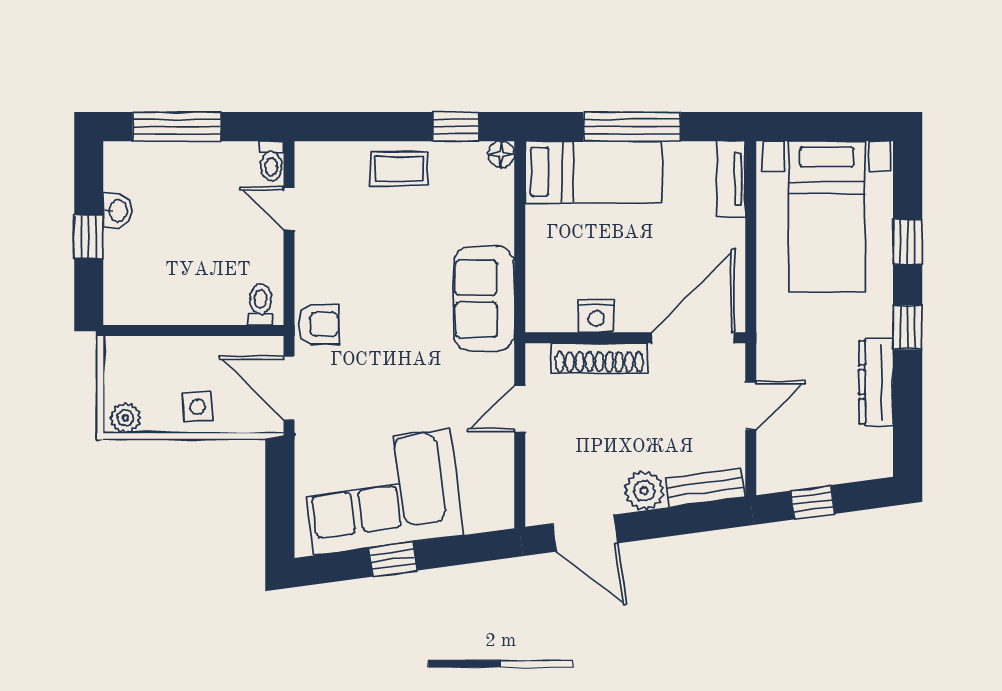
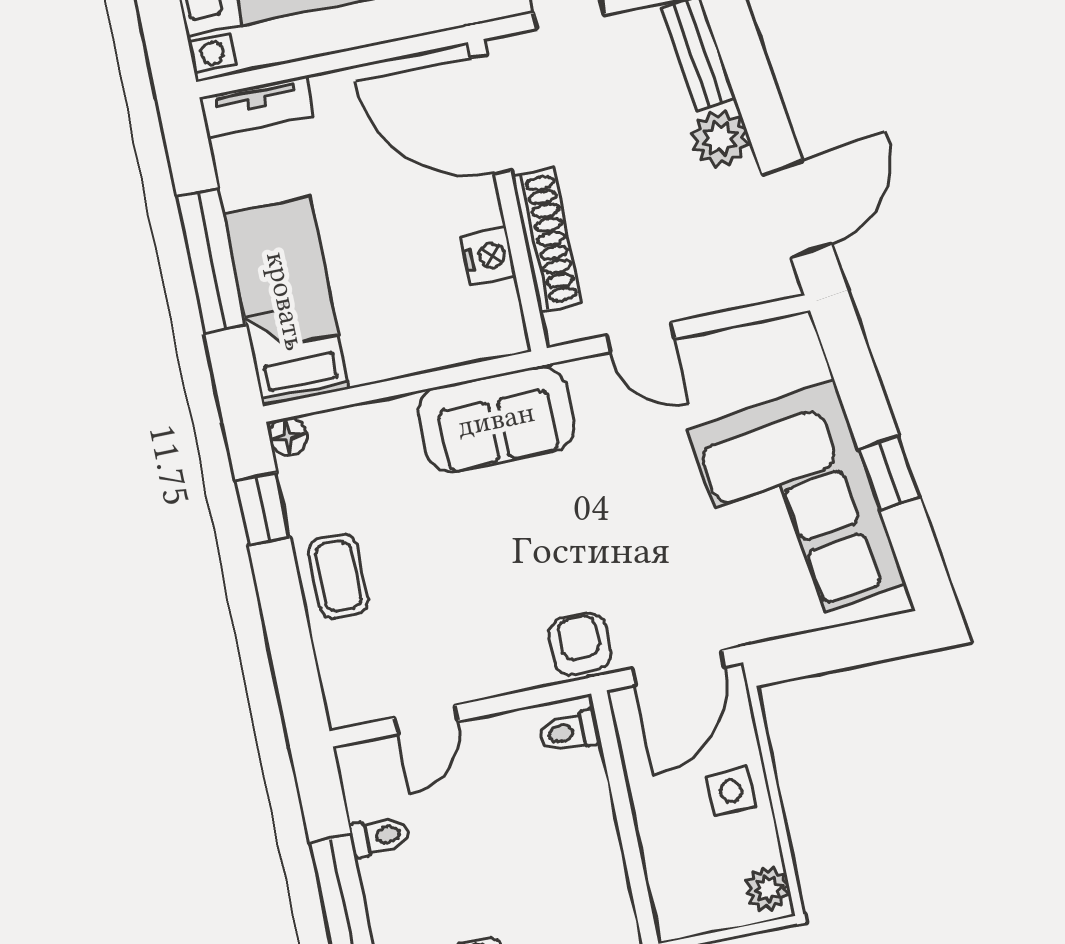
toilet: (271, 161) -> (380, 836), moved

